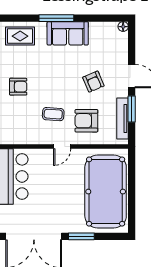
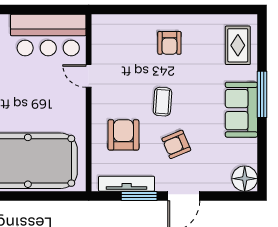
floor lamp: (123, 27) -> (245, 179), width x1.89, depth x1.89
coffee table: (53, 114) -> (162, 102), moved
door: (62, 147) -> (89, 76), moved

